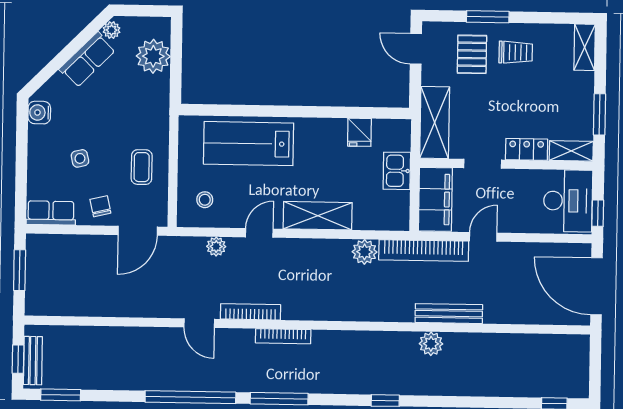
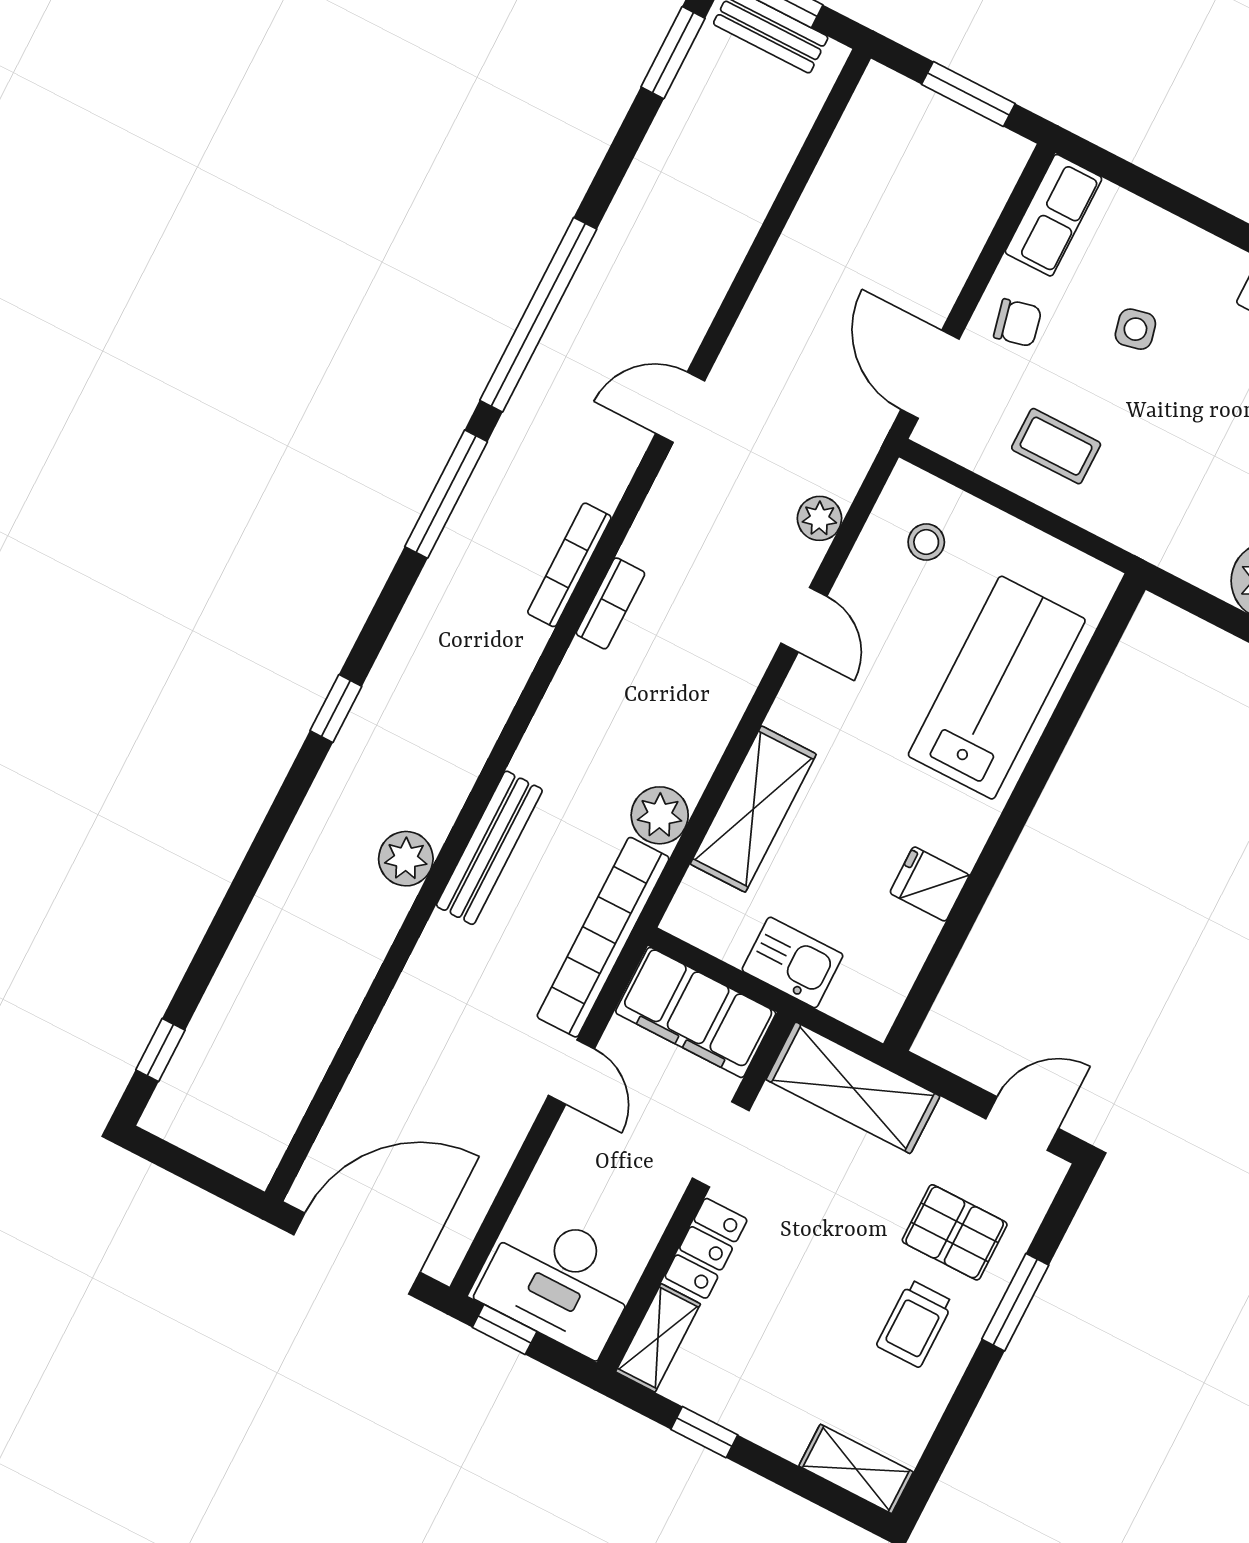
window: (599, 114) -> (704, 1432), width x0.67
fridge: (359, 132) -> (929, 884), moved
shelving: (318, 216) -> (753, 809), moved
bookcase: (251, 312) -> (610, 603), moved, width x0.64
bench: (449, 314) -> (489, 848), moved

